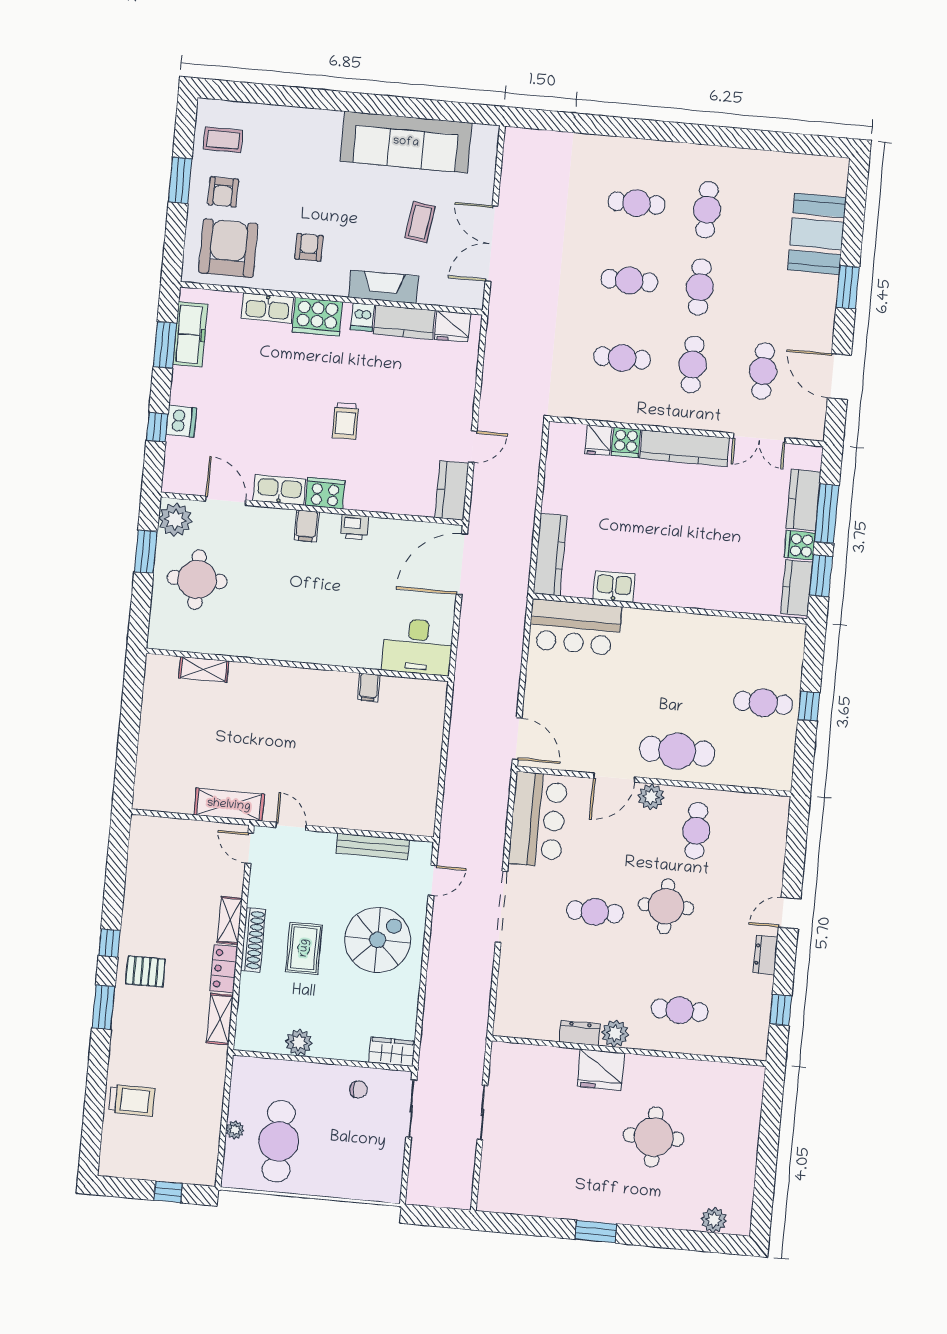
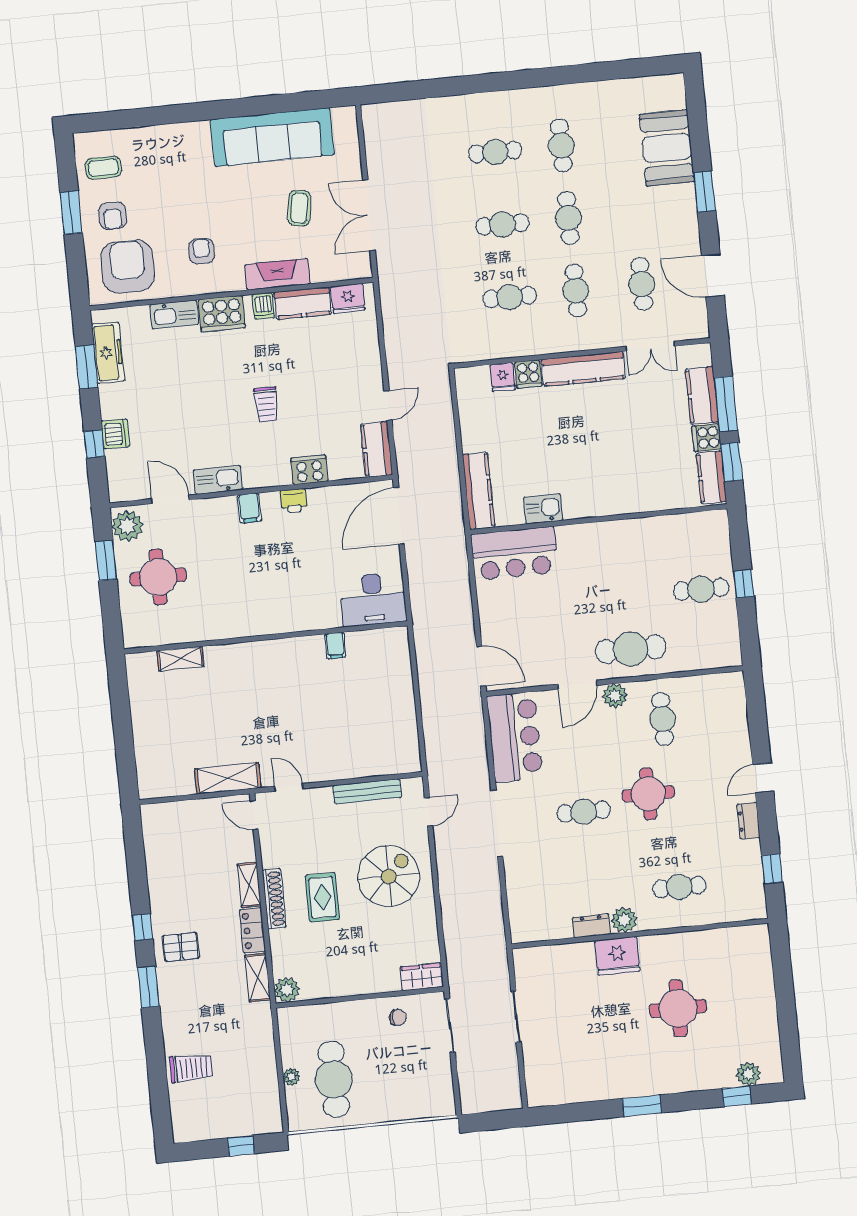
cooker: (325, 493) -> (309, 470), moved
plant: (299, 1042) -> (287, 990), moved
window: (697, 1241) -> (737, 1096), added

